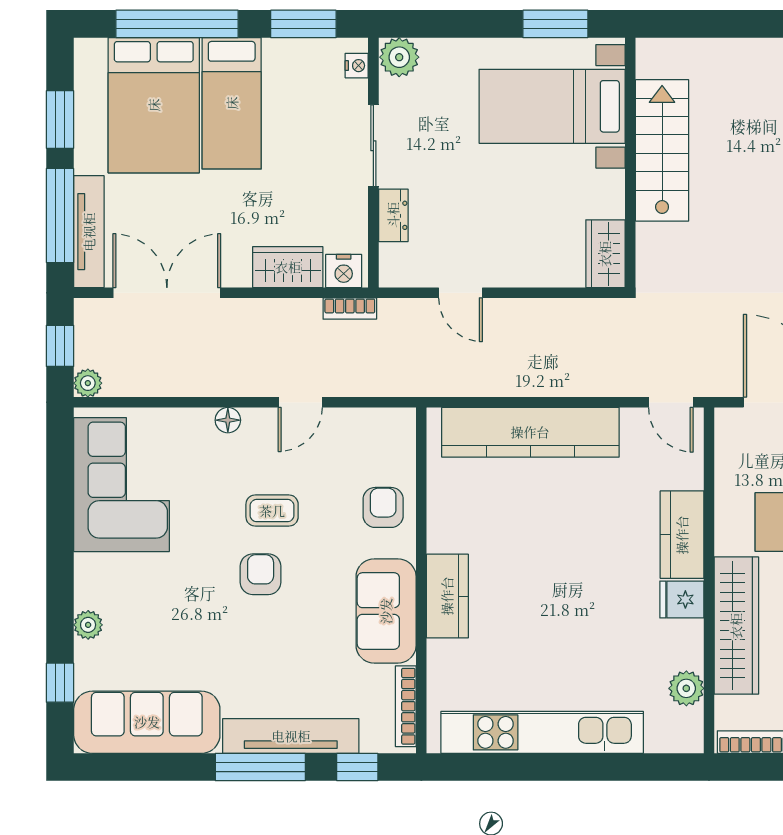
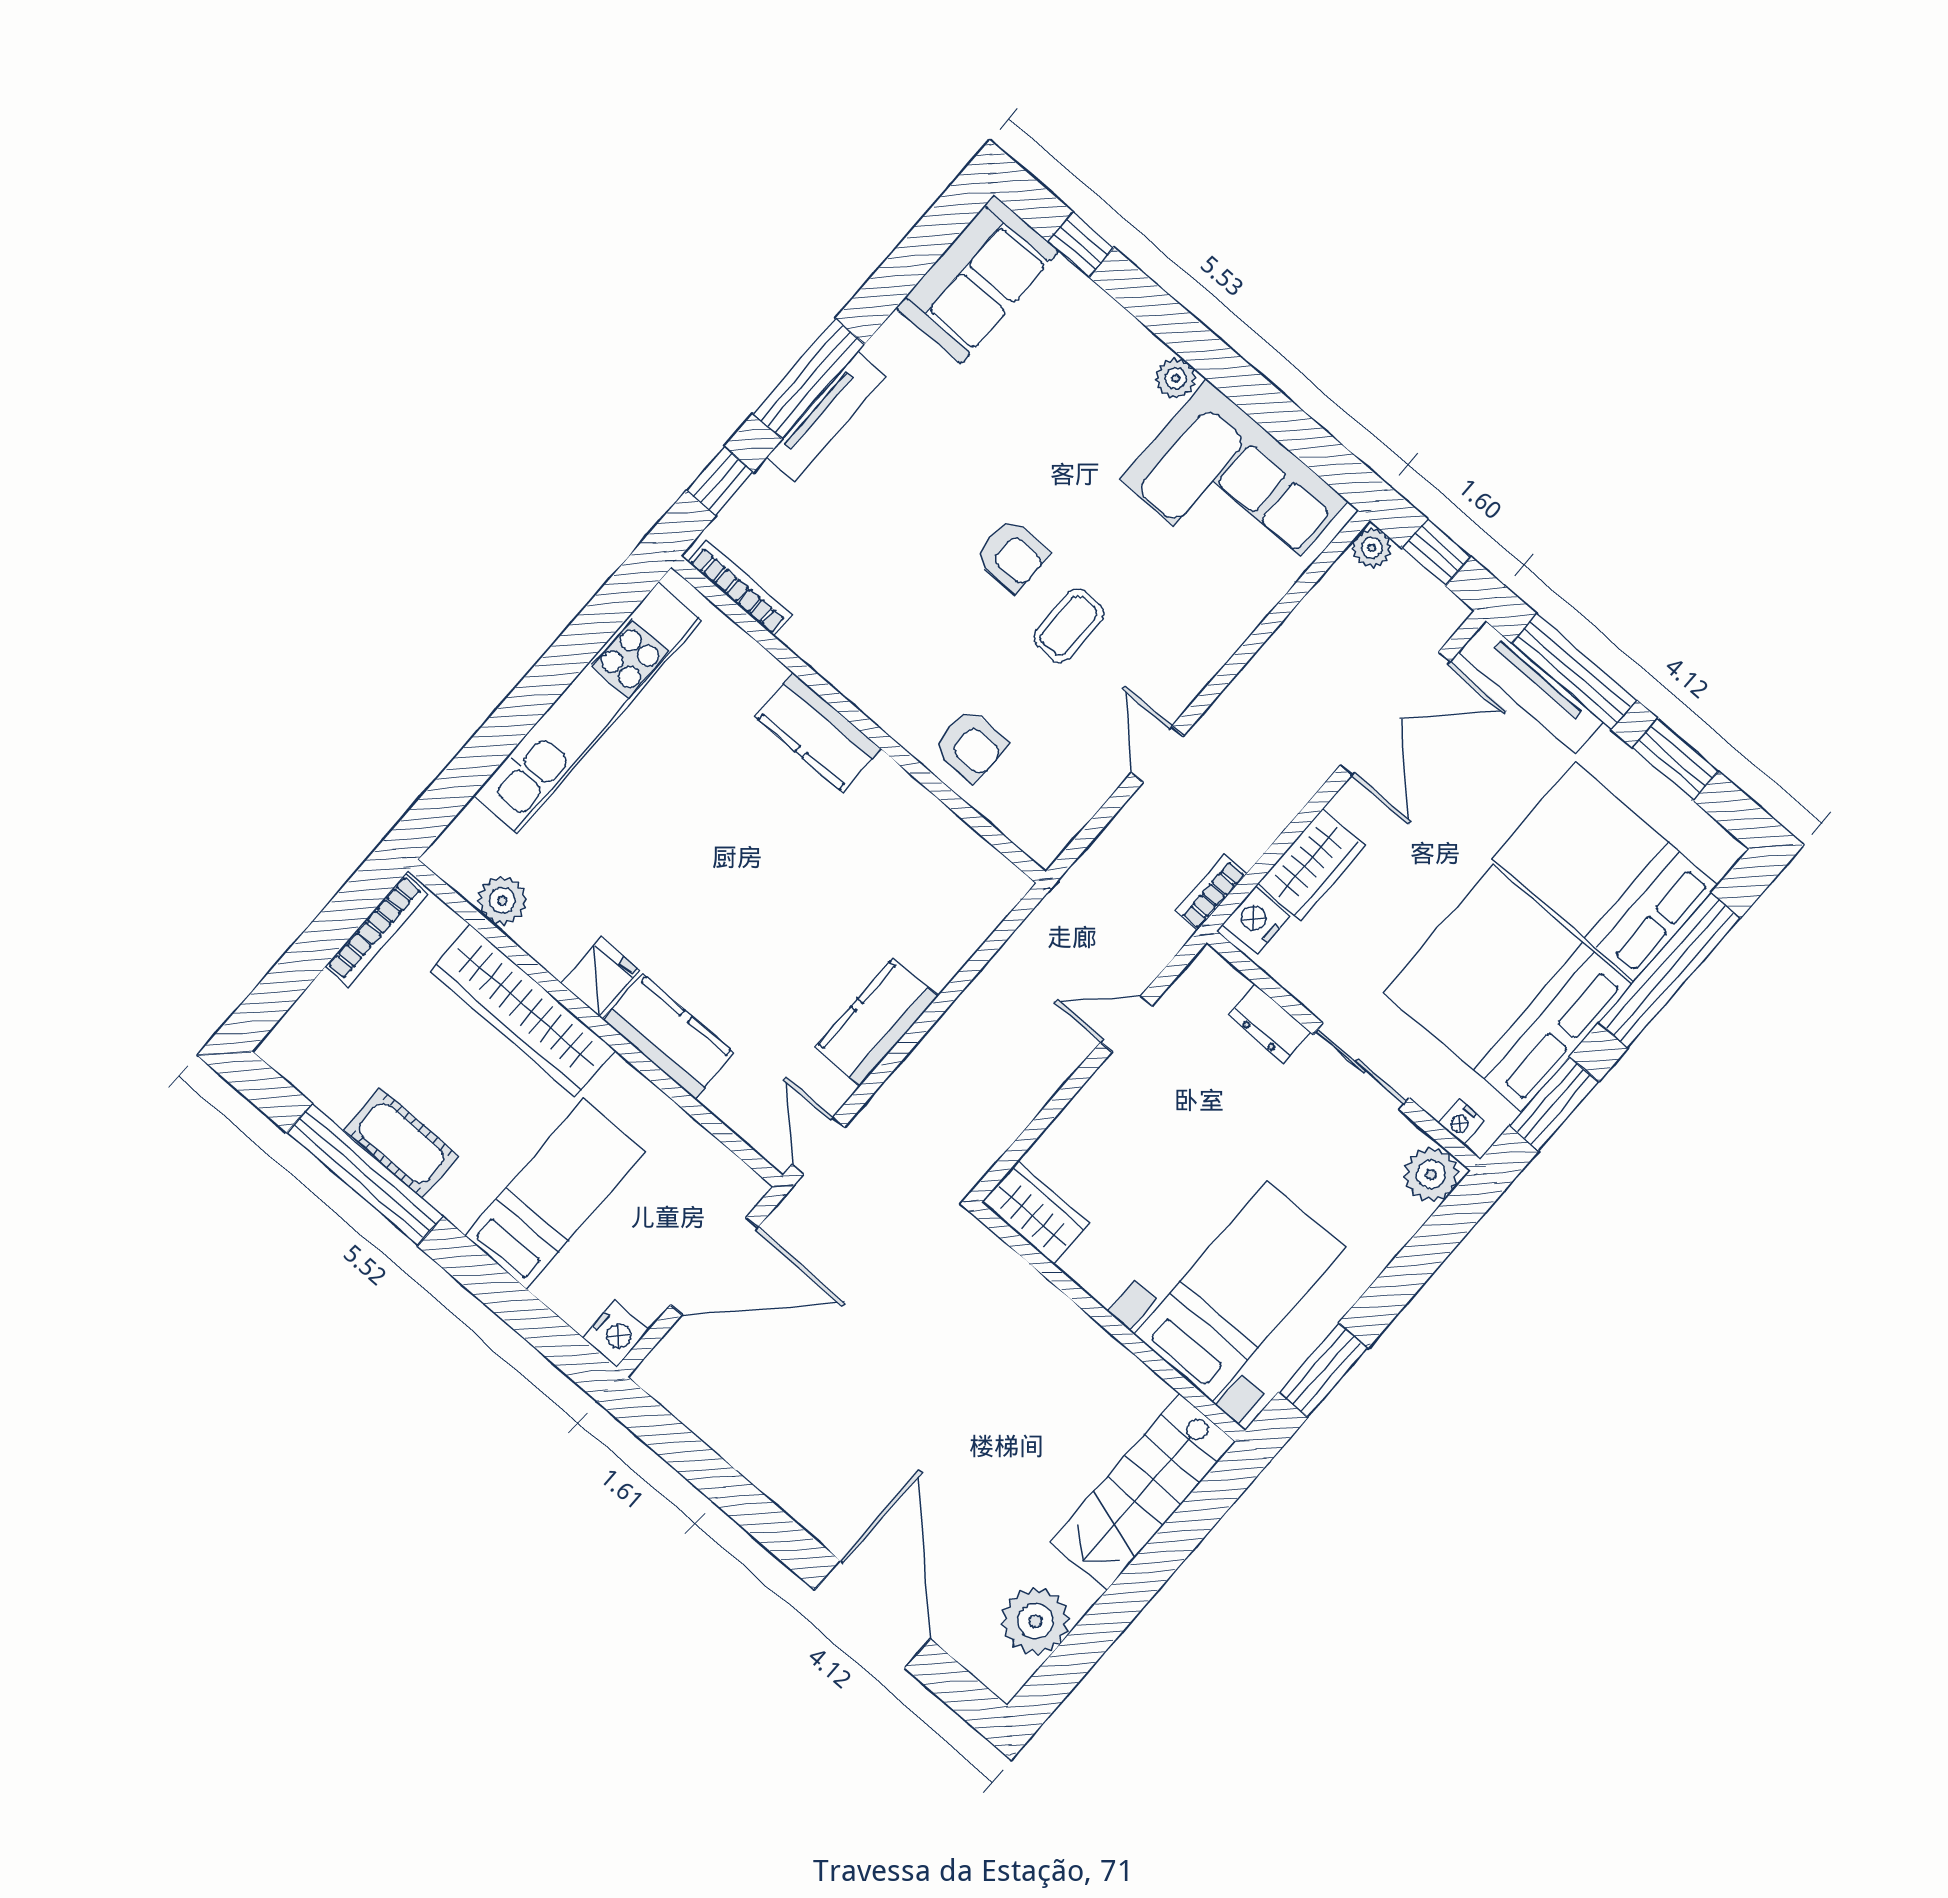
bed: (232, 103) -> (1507, 988), width x2.04
stairs: (662, 150) -> (1143, 1492), moved, turned 90
door: (671, 402) -> (818, 1146), hinge flipped
floor lamp: (228, 420) -> (1205, 662), removed
kitchen counter: (530, 432) -> (877, 1022), width x0.48, depth x0.86
sofa: (386, 611) -> (858, 654), removed
plant: (88, 625) -> (1176, 378), moved
sofa: (147, 722) -> (977, 279), width x0.73
tv unit: (291, 736) -> (826, 417), width x0.73, depth x0.78

